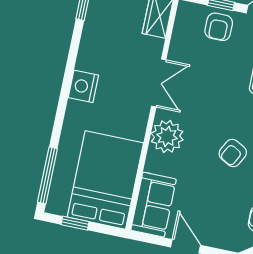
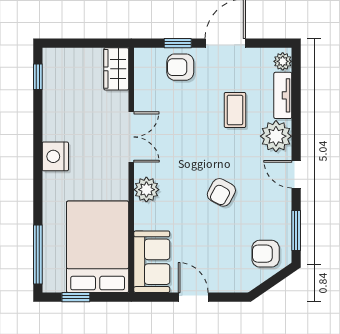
armchair: (219, 27) -> (180, 67), turned 90
plant: (167, 136) -> (146, 190), width x0.73, depth x0.73

